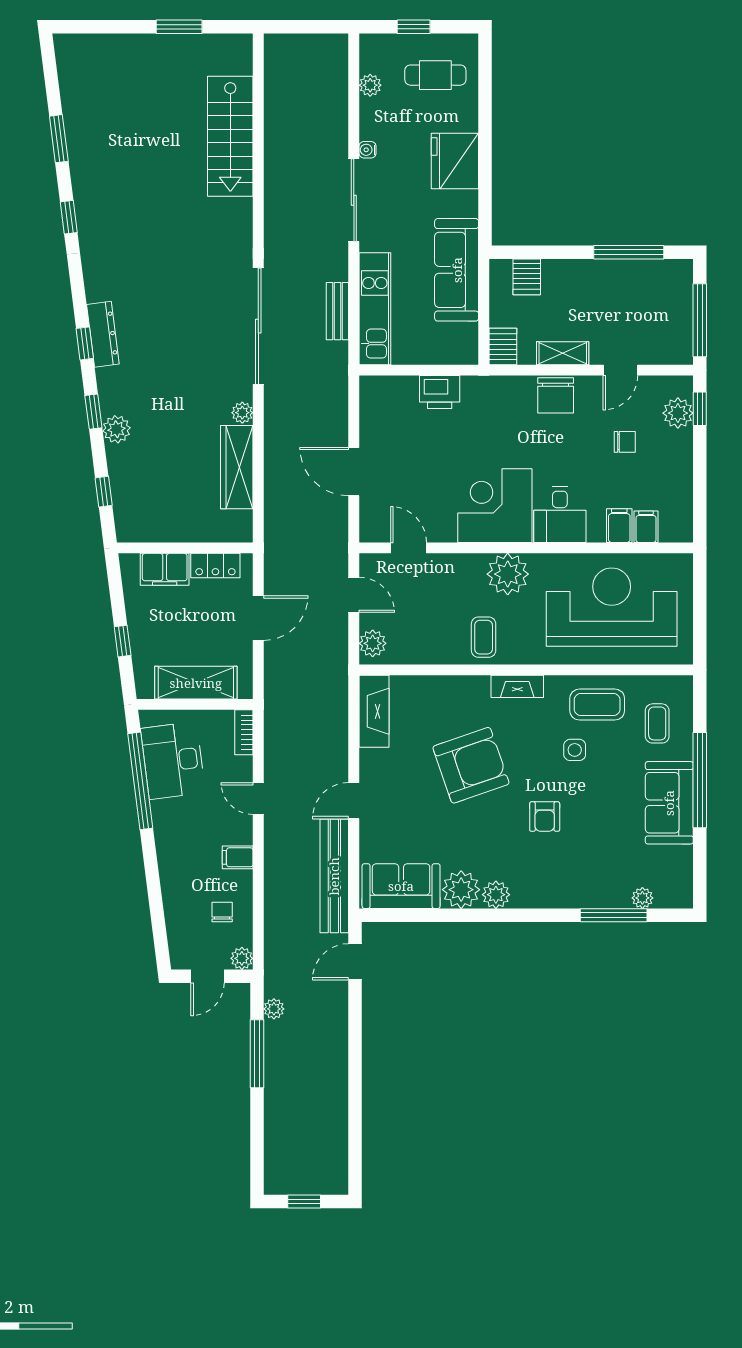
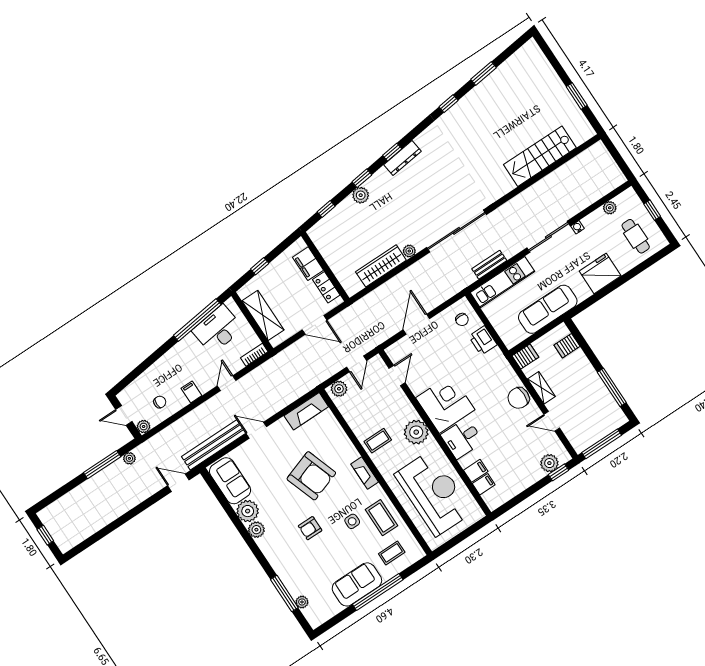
chair: (625, 442) -> (462, 320), moved

